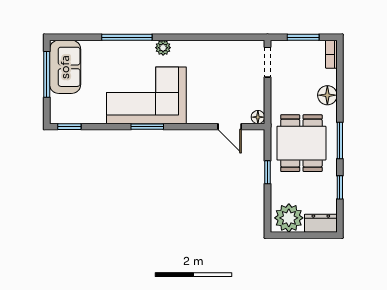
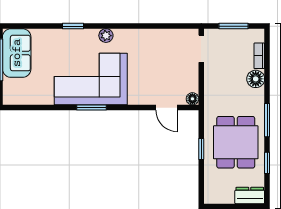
window: (127, 37) -> (73, 26), width x0.46
bookcase: (331, 54) -> (259, 56), moved
window: (69, 127) -> (20, 108), removed
dining table: (301, 143) -> (236, 142), moved
plant: (289, 218) -> (220, 191), removed

